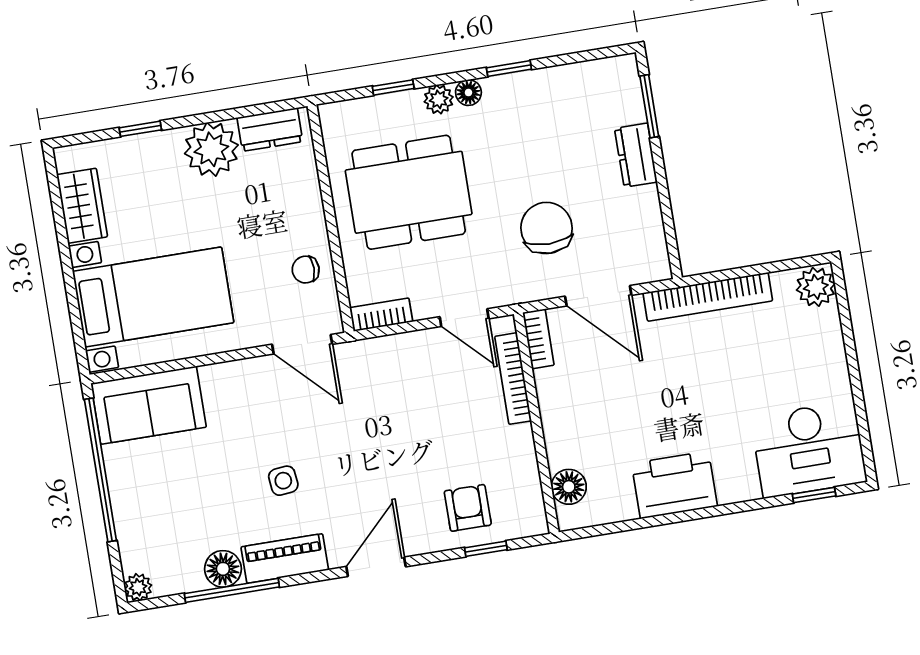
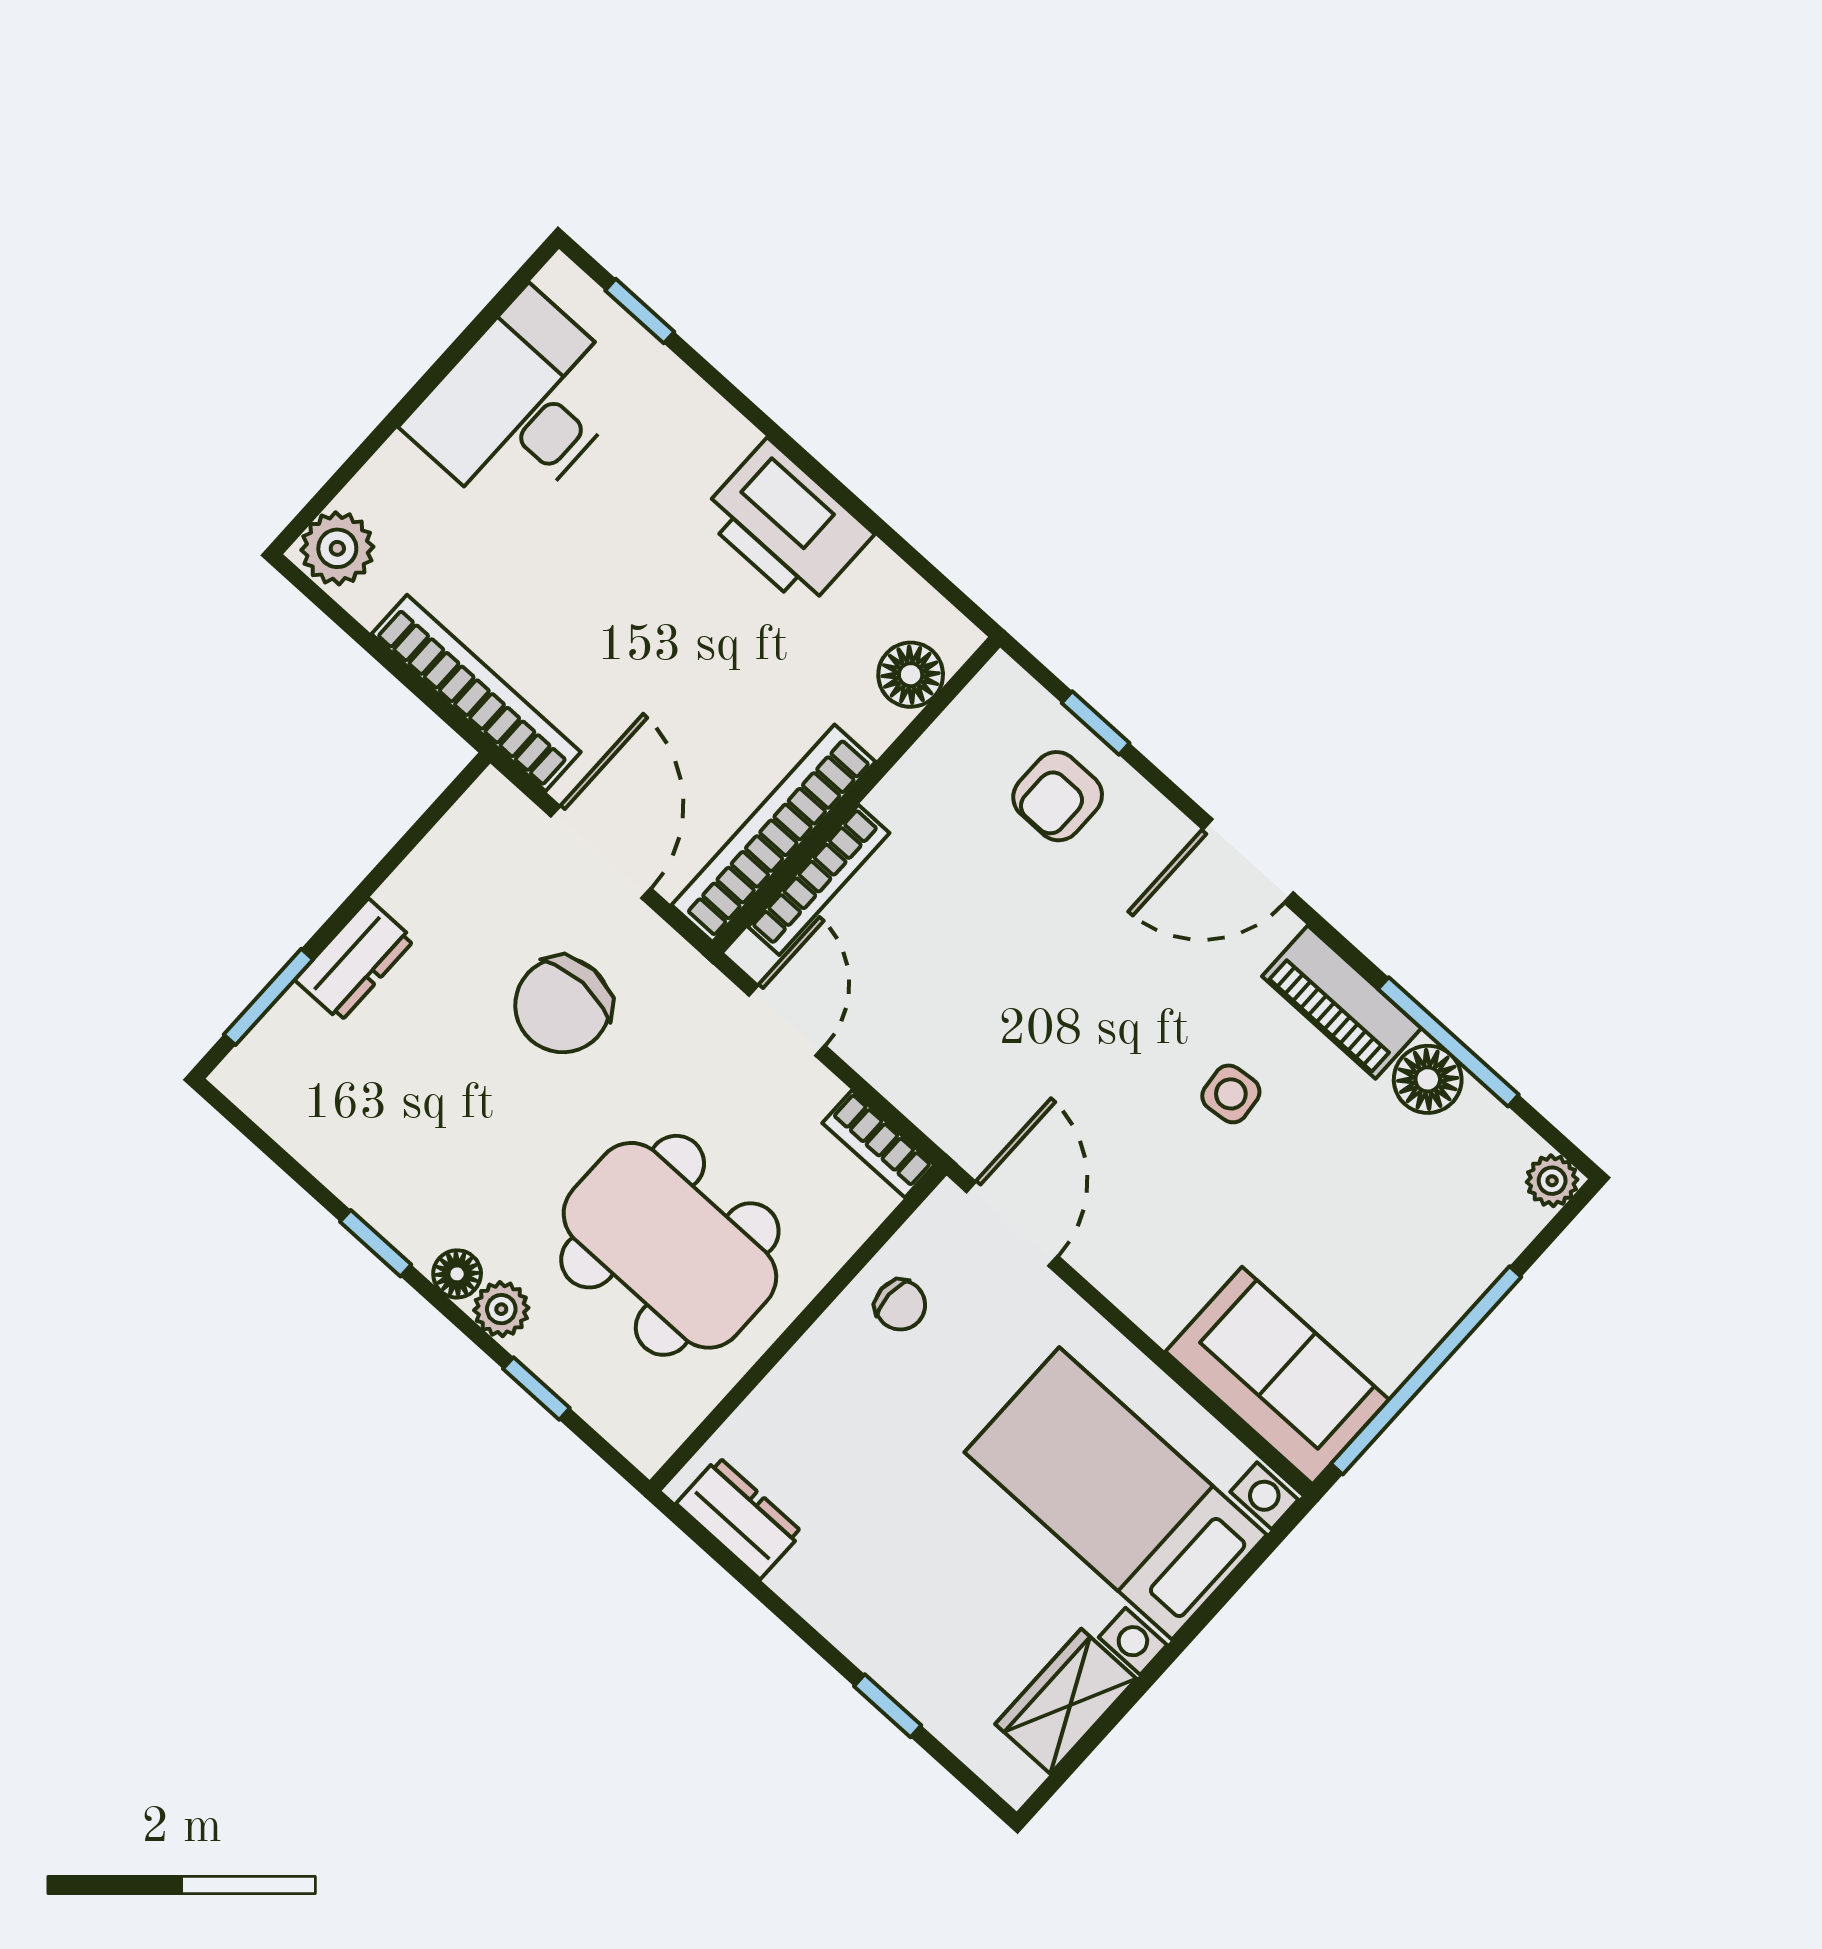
plant: (211, 149) -> (835, 1580), removed
bookcase: (538, 339) -> (773, 833), width x2.31, depth x1.31
desk: (809, 449) -> (520, 406), moved, turned -90

